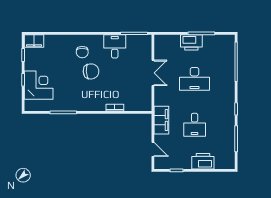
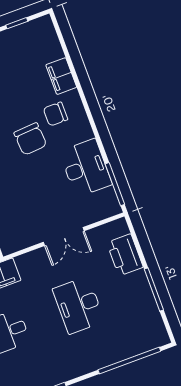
filing cabinet: (34, 41) -> (61, 76), moved
printer: (191, 42) -> (125, 255), moved
desk: (115, 46) -> (86, 168), width x1.37

